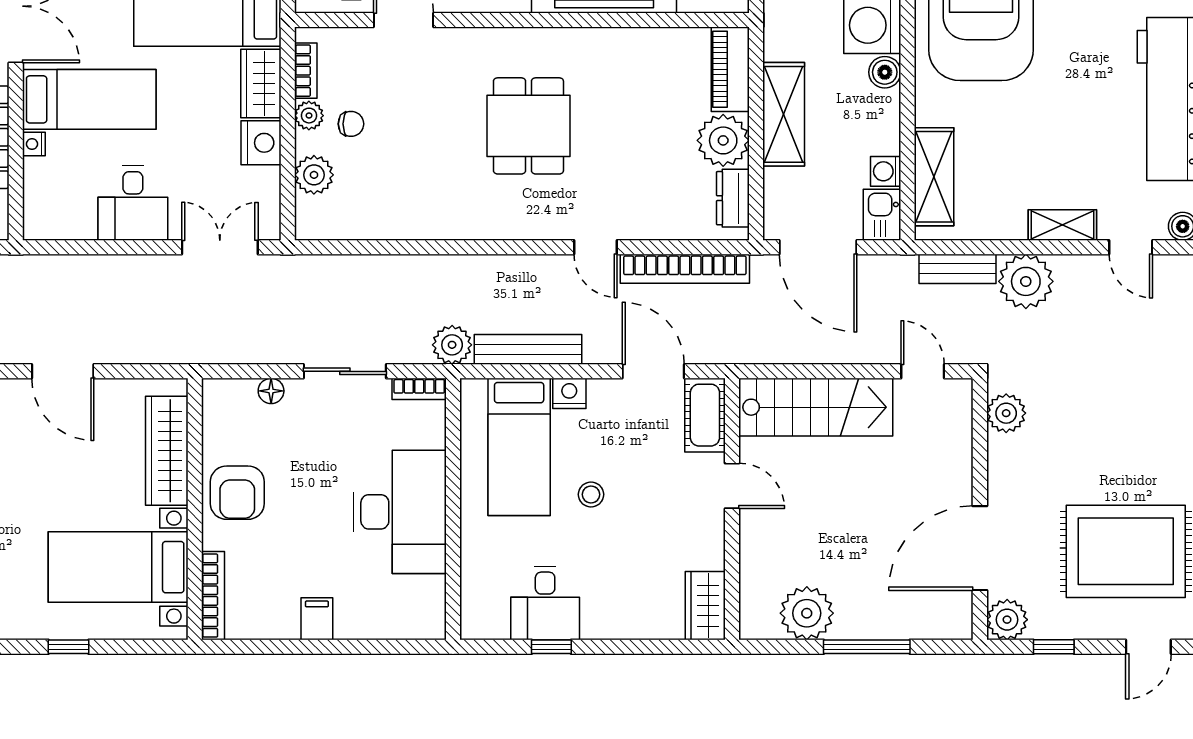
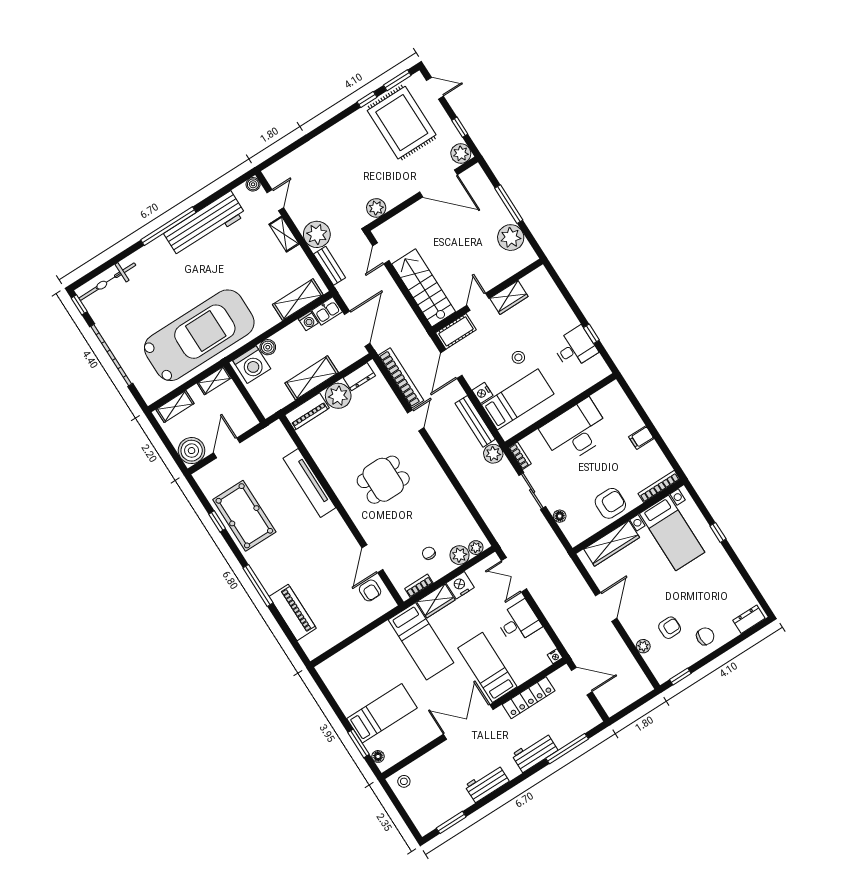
plant: (309, 116) -> (476, 548), moved
nightstand: (34, 144) -> (555, 656), moved
wardrobe: (705, 606) -> (509, 297), moved

